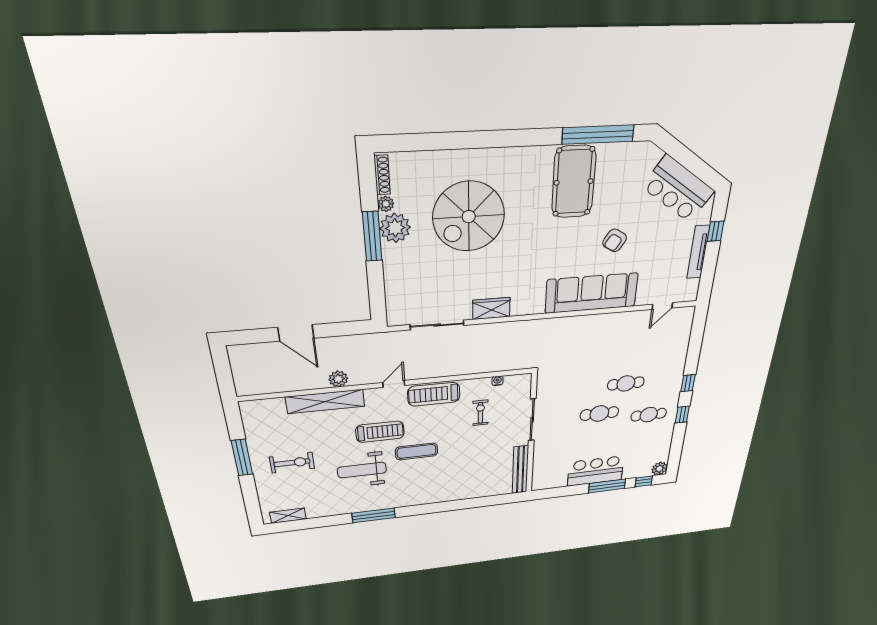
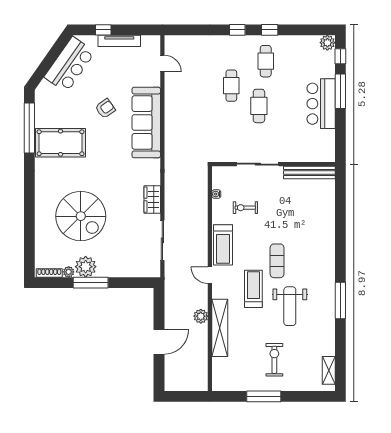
armchair: (615, 240) -> (105, 108), turned -67

